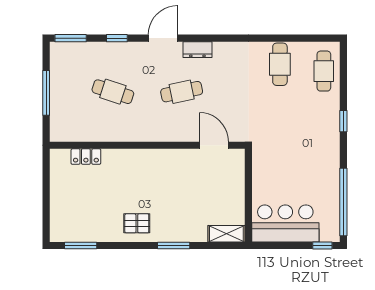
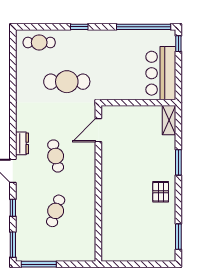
cafe table: (280, 64) -> (67, 82), moved, width x1.37, depth x1.35
window: (46, 93) -> (39, 264), moved
locker: (86, 157) -> (107, 232), removed

